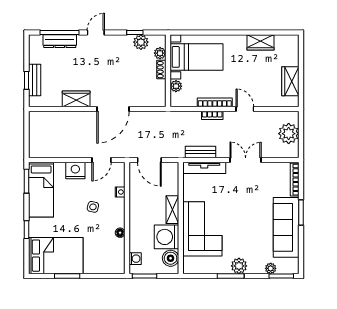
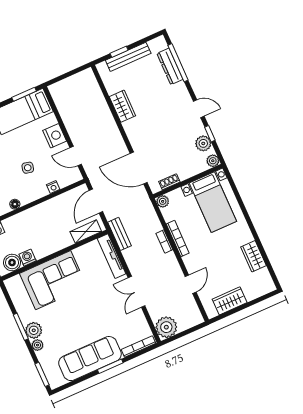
door: (96, 33) -> (199, 109), moved
plant: (160, 53) -> (213, 161), moved
shoe rack: (161, 70) -> (169, 182), moved
bench: (35, 80) -> (128, 57), width x1.36
plant: (176, 86) -> (163, 201), moved
door: (113, 109) -> (139, 168), moved
door: (245, 109) -> (191, 284), moved
plant: (289, 134) -> (166, 327), moved
bench: (201, 152) -> (120, 234), moved
double door: (246, 160) -> (136, 292), swing flipped
shelving: (172, 210) -> (86, 232), moved
washing machine: (167, 237) -> (28, 258), width x0.53, depth x0.53
plant: (271, 268) -> (38, 345), moved

